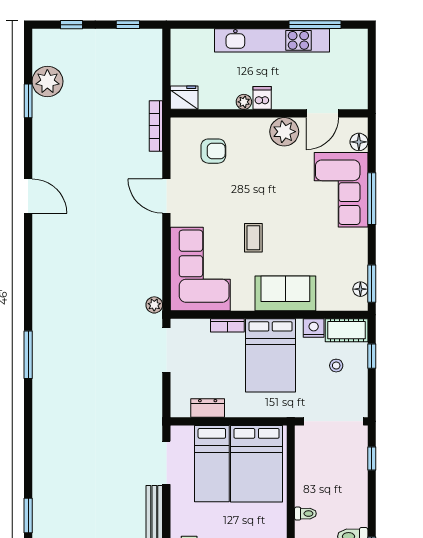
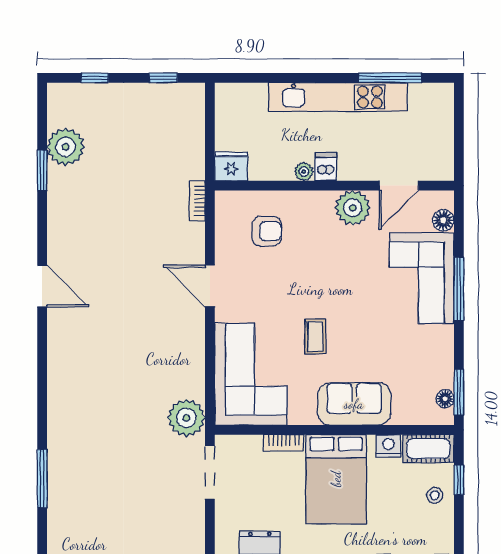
bookcase: (156, 126) -> (197, 201), width x0.64
plant: (154, 305) -> (186, 418), width x1.88, depth x1.88
stool: (336, 366) -> (435, 495), moved

